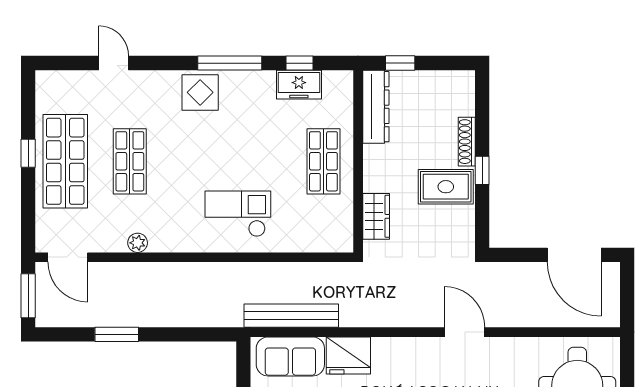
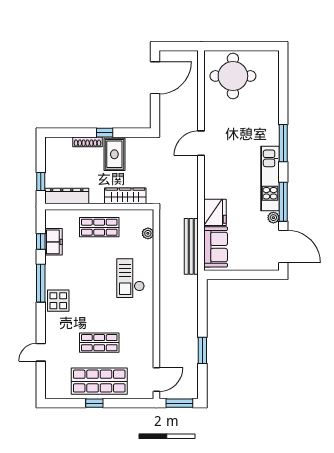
wardrobe: (376, 216) -> (125, 196), width x1.50
plant: (138, 243) -> (148, 233), moved

